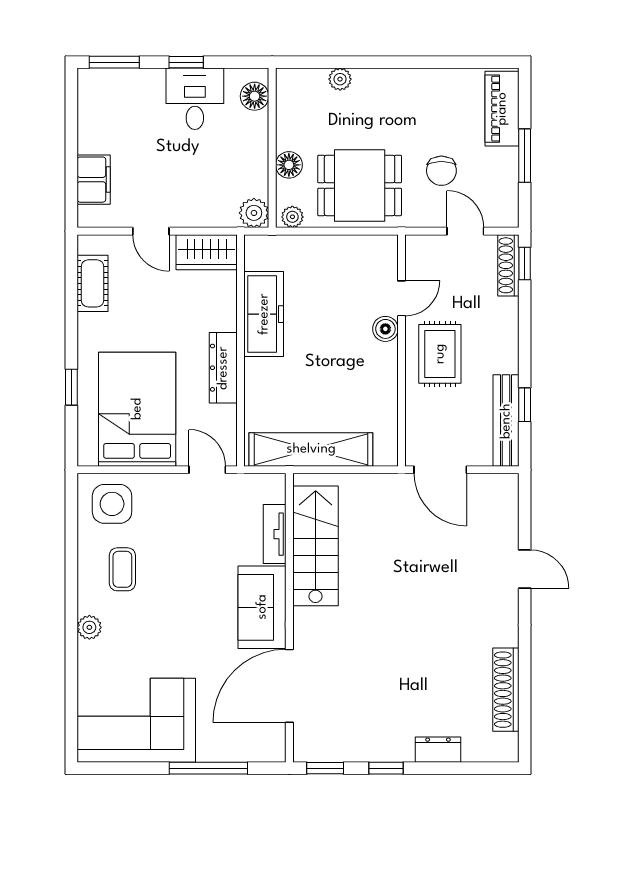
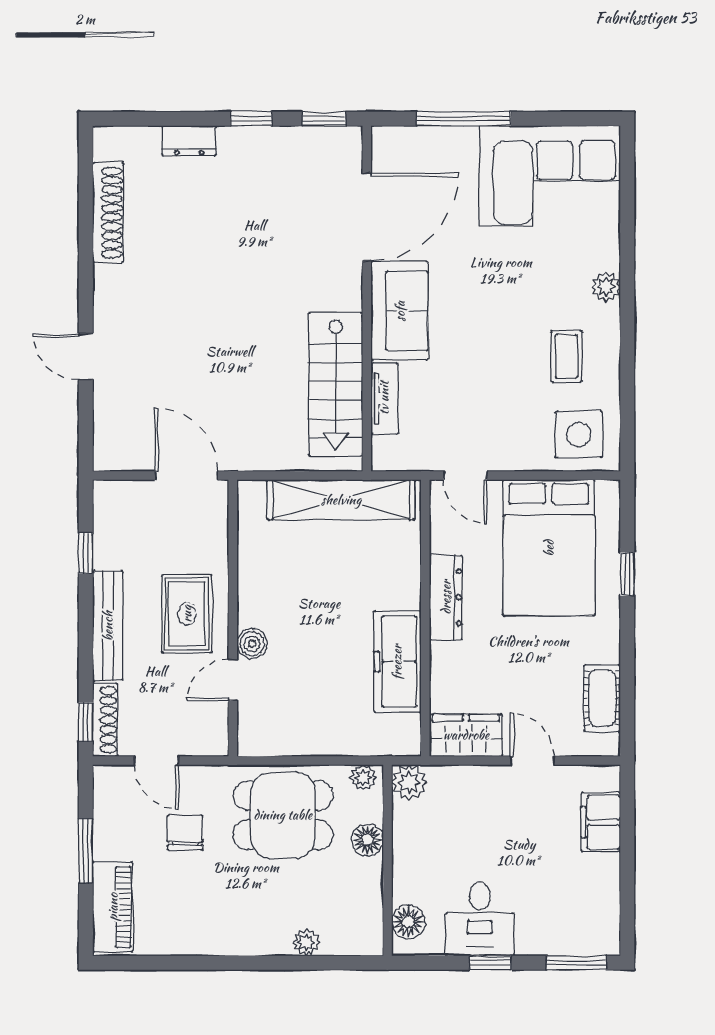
bench: (506, 421) -> (108, 626), moved

